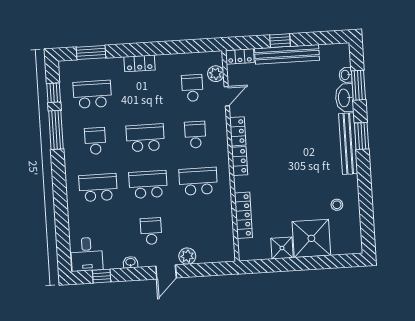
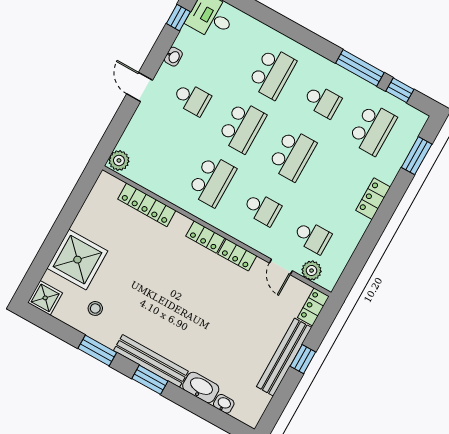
window: (358, 85) -> (97, 350), moved
shower: (282, 248) -> (45, 298), moved
plant: (187, 256) -> (119, 160), moved

